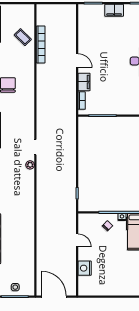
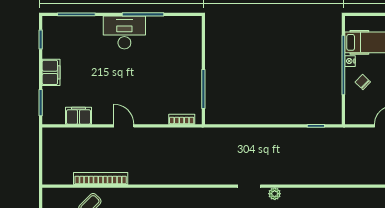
door: (77, 61) -> (124, 126), hinge flipped
filing cabinet: (84, 82) -> (79, 116), moved

